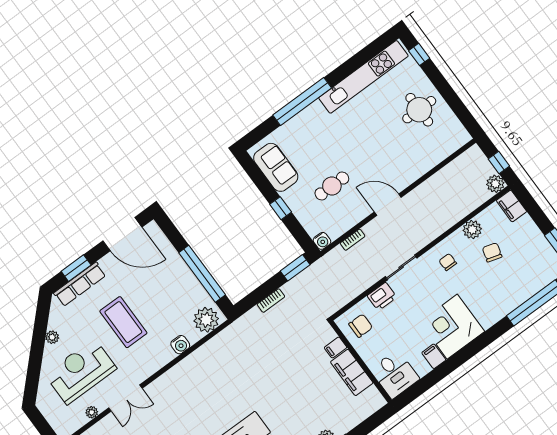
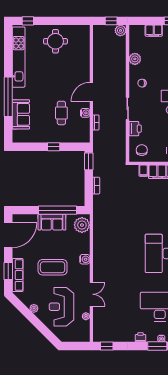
sofa: (276, 167) -> (21, 114), moved, turned 90
filing cabinet: (511, 206) -> (154, 31), moved
water cooler: (322, 241) -> (85, 113), moved
chair: (492, 252) -> (154, 57), removed
sofa: (181, 278) -> (52, 222), added
water cooler: (180, 345) -> (85, 259), moved

